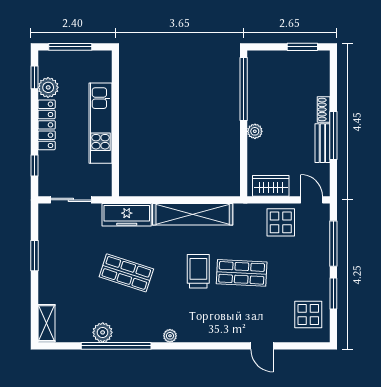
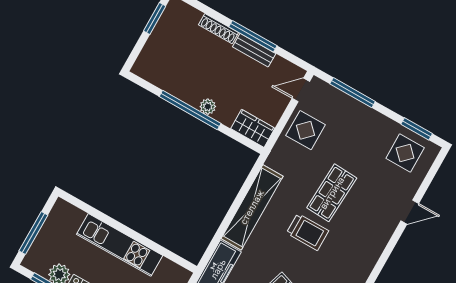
window: (244, 89) -> (190, 110), moved
shoe rack: (324, 109) -> (219, 29), width x1.43
wardrobe: (271, 186) -> (253, 128), moved, turned 90
trolley: (198, 271) -> (308, 232), turned 180
window: (333, 293) -> (417, 129), moved

